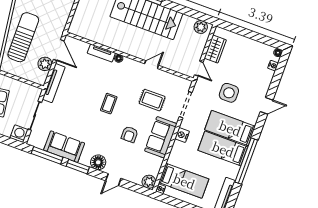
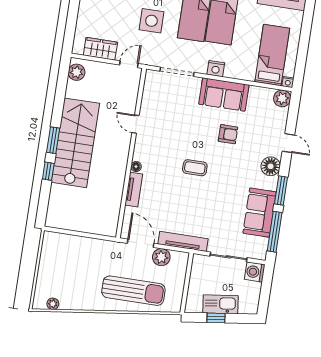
sun lounger: (23, 37) -> (133, 291), turned 180
door: (59, 50) -> (141, 243), hinge flipped
rug: (152, 100) -> (180, 115), removed

